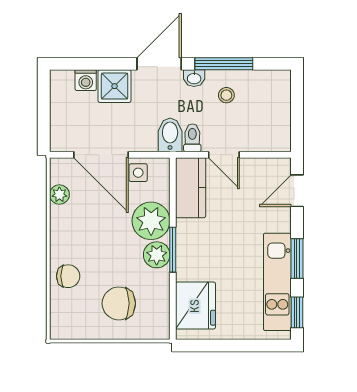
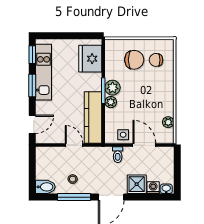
washbasin: (194, 78) -> (166, 189), moved
bidet: (170, 135) -> (45, 187), moved, turned -90
toilet: (192, 138) -> (118, 155), moved
door: (101, 155) -> (144, 145), width x0.73
kitchen counter: (191, 188) -> (93, 117), width x1.50
plant: (151, 221) -> (111, 102), width x0.53, depth x0.53
chair: (68, 276) -> (156, 60), moved

